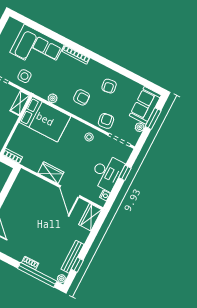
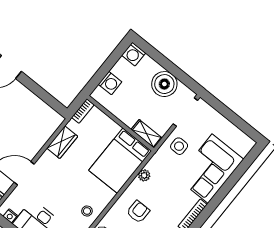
armchair: (82, 97) -> (138, 212), turned 180
wardrobe: (51, 173) -> (62, 142), moved

